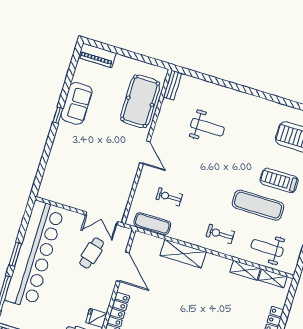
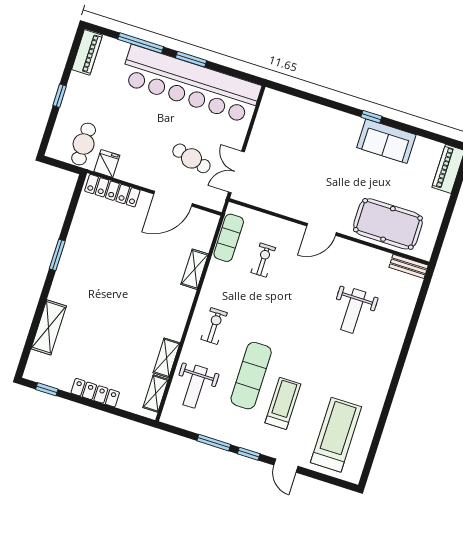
weight bench: (267, 248) -> (195, 387), turned 180
shelving: (183, 254) -> (195, 269), width x0.67, depth x0.75

